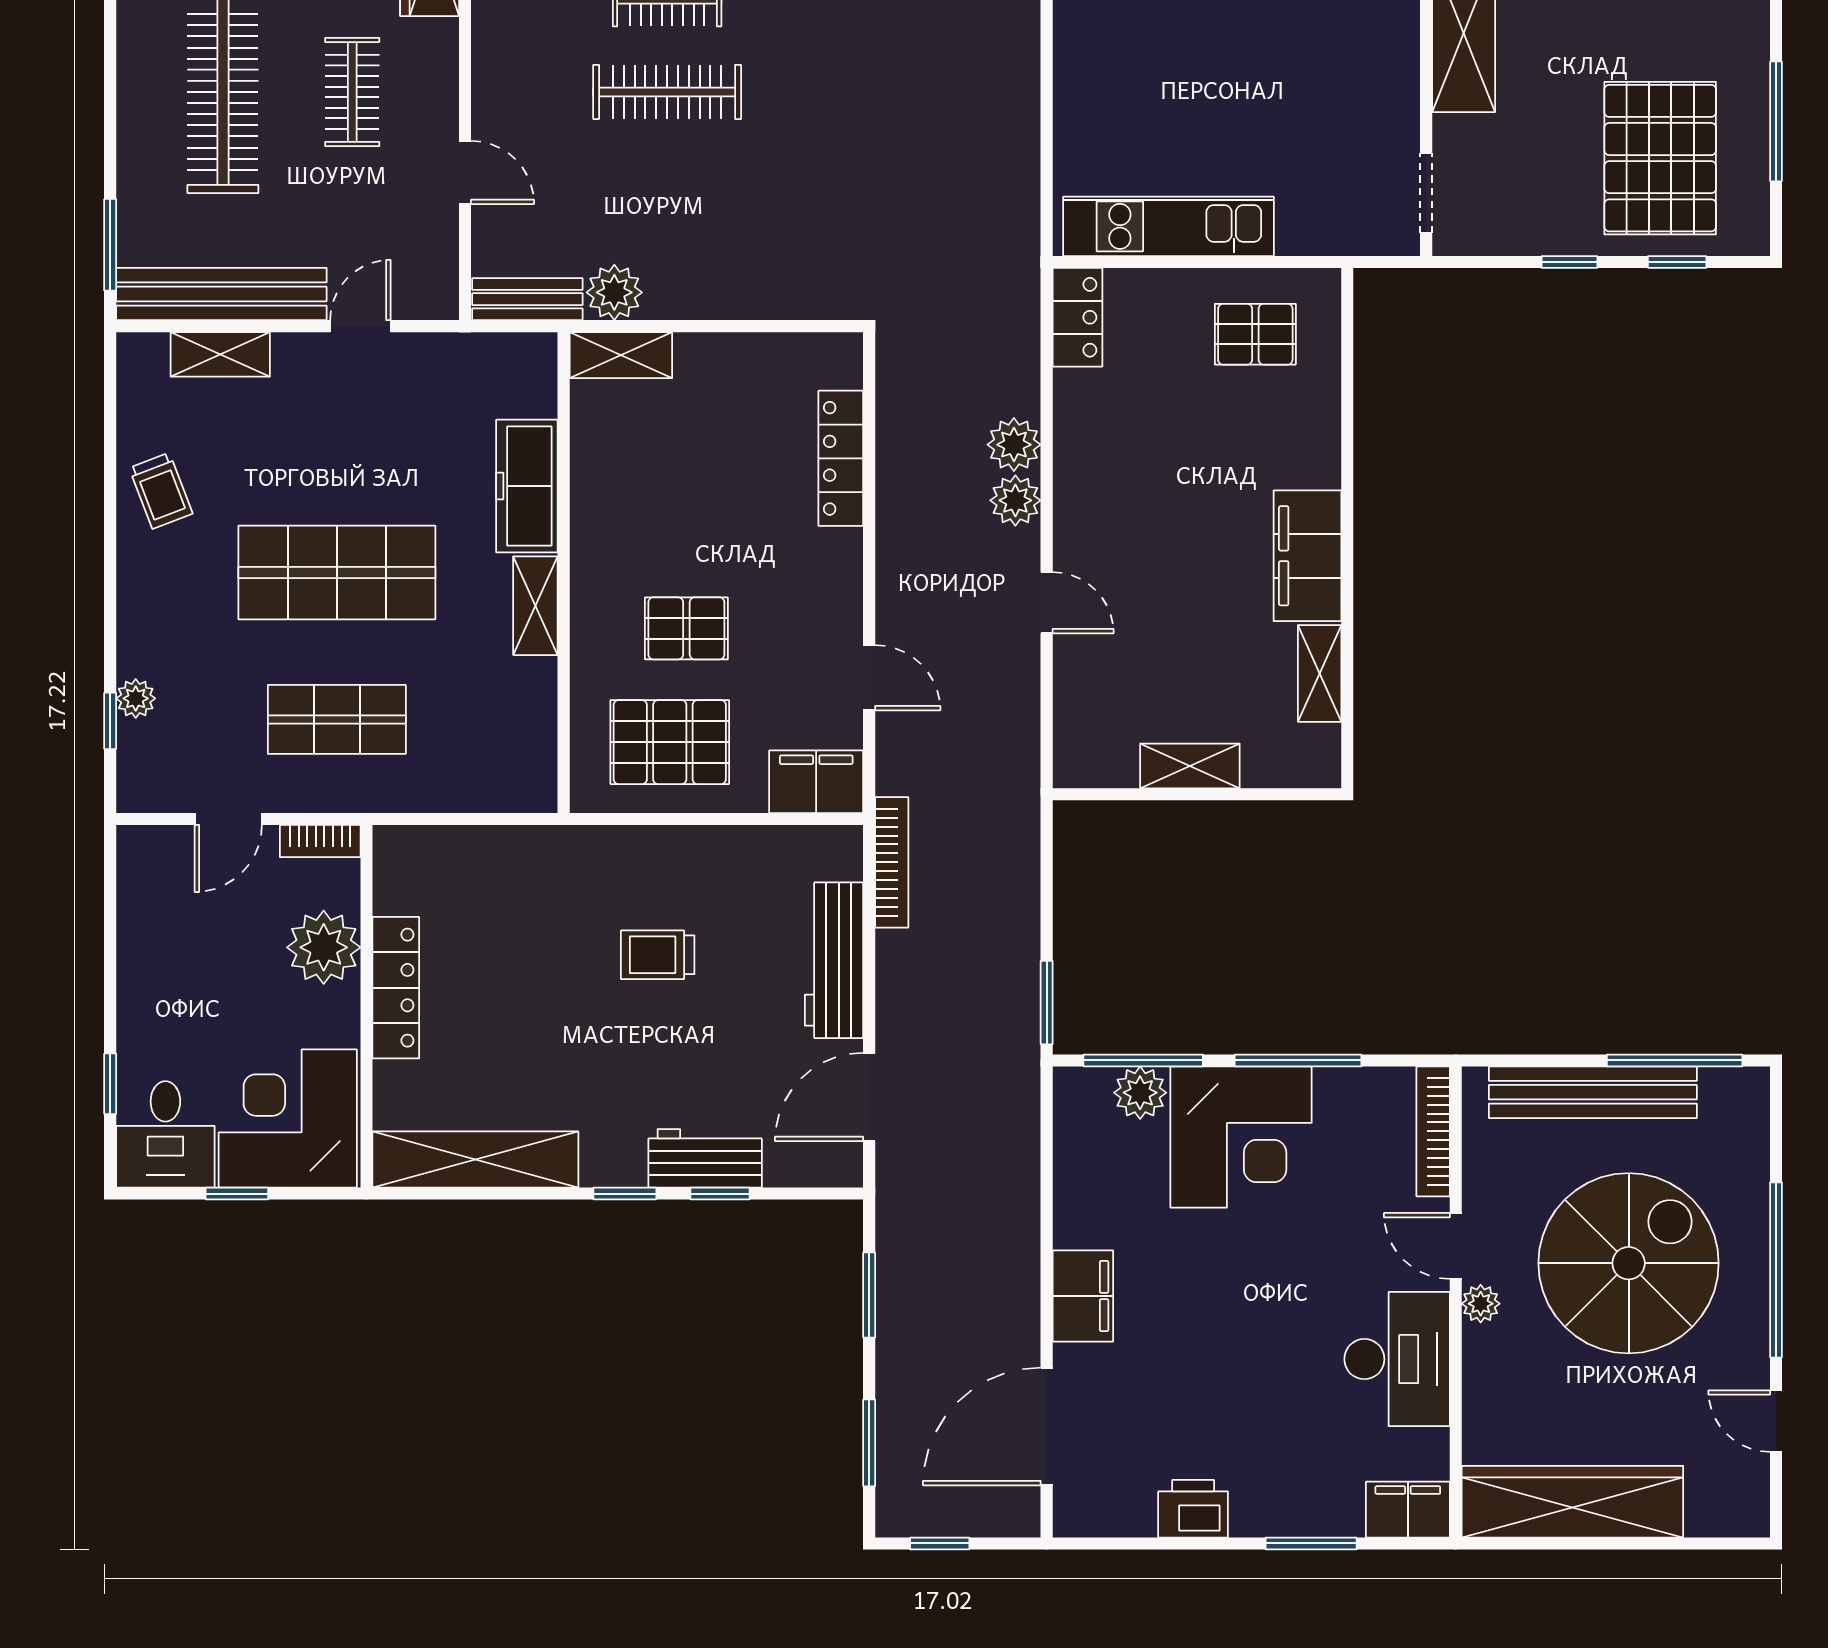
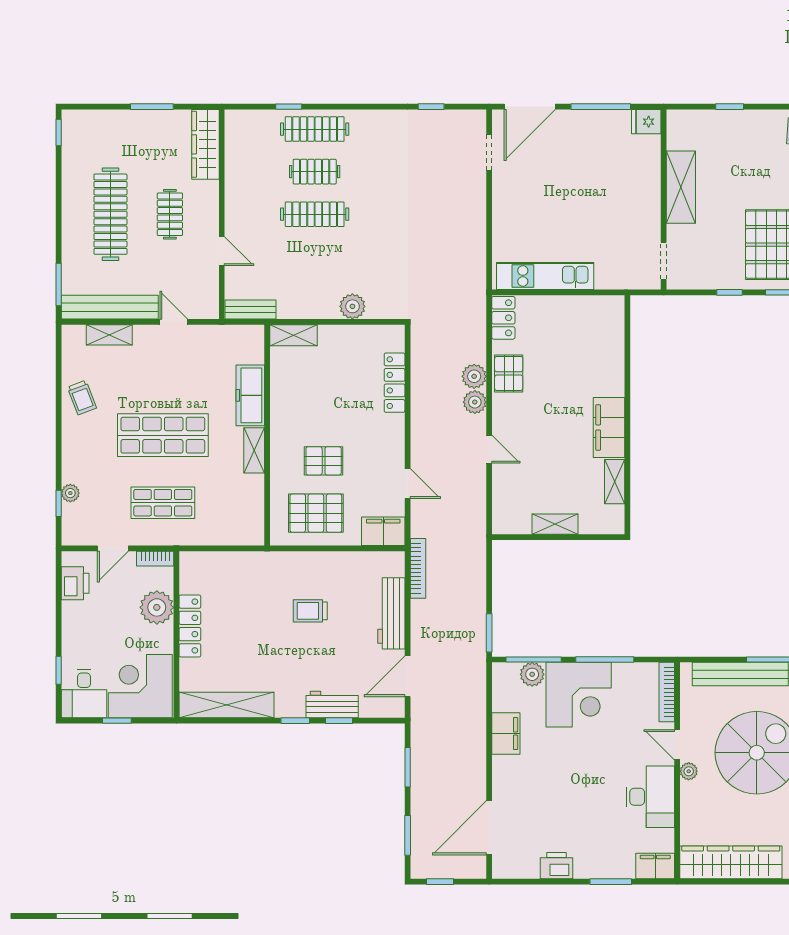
plant: (614, 292) -> (352, 306), moved
door: (360, 326) -> (174, 322), hinge flipped
pallet: (1255, 334) -> (509, 373), moved, turned 90
printer: (146, 895) -> (75, 583), added
filing cabinet: (1083, 1296) -> (506, 734), moved

